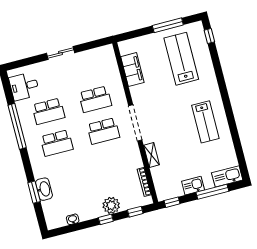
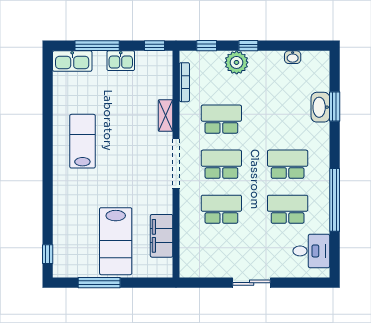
lab bench: (181, 59) -> (116, 241), moved
school desk: (112, 163) -> (221, 119), added

